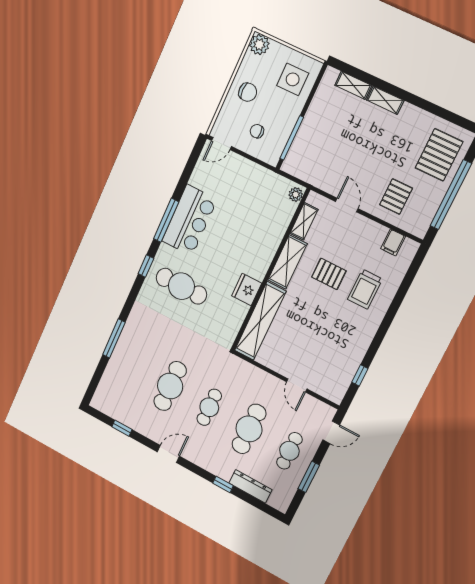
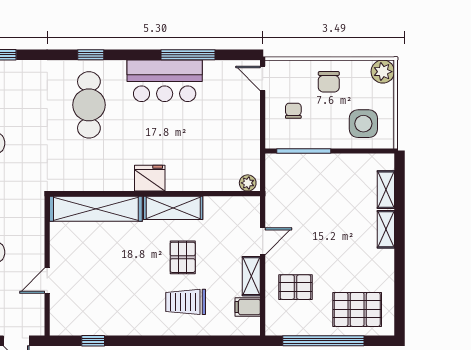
window: (166, 220) -> (188, 55), moved
shelving: (304, 221) -> (251, 276), moved, turned 90
fridge: (247, 290) -> (150, 178), moved

